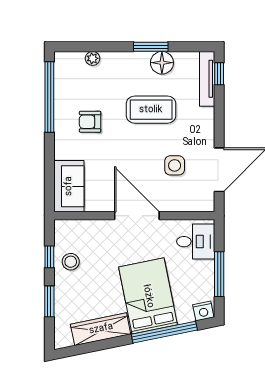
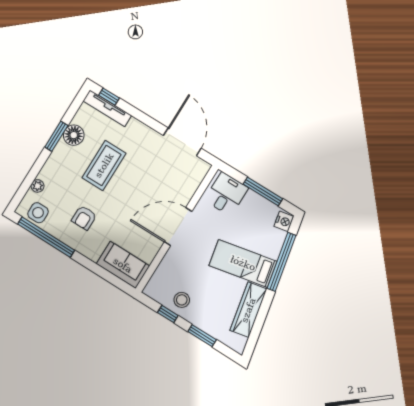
side table: (175, 165) -> (38, 213), moved
bed: (148, 296) -> (243, 263), width x0.67

